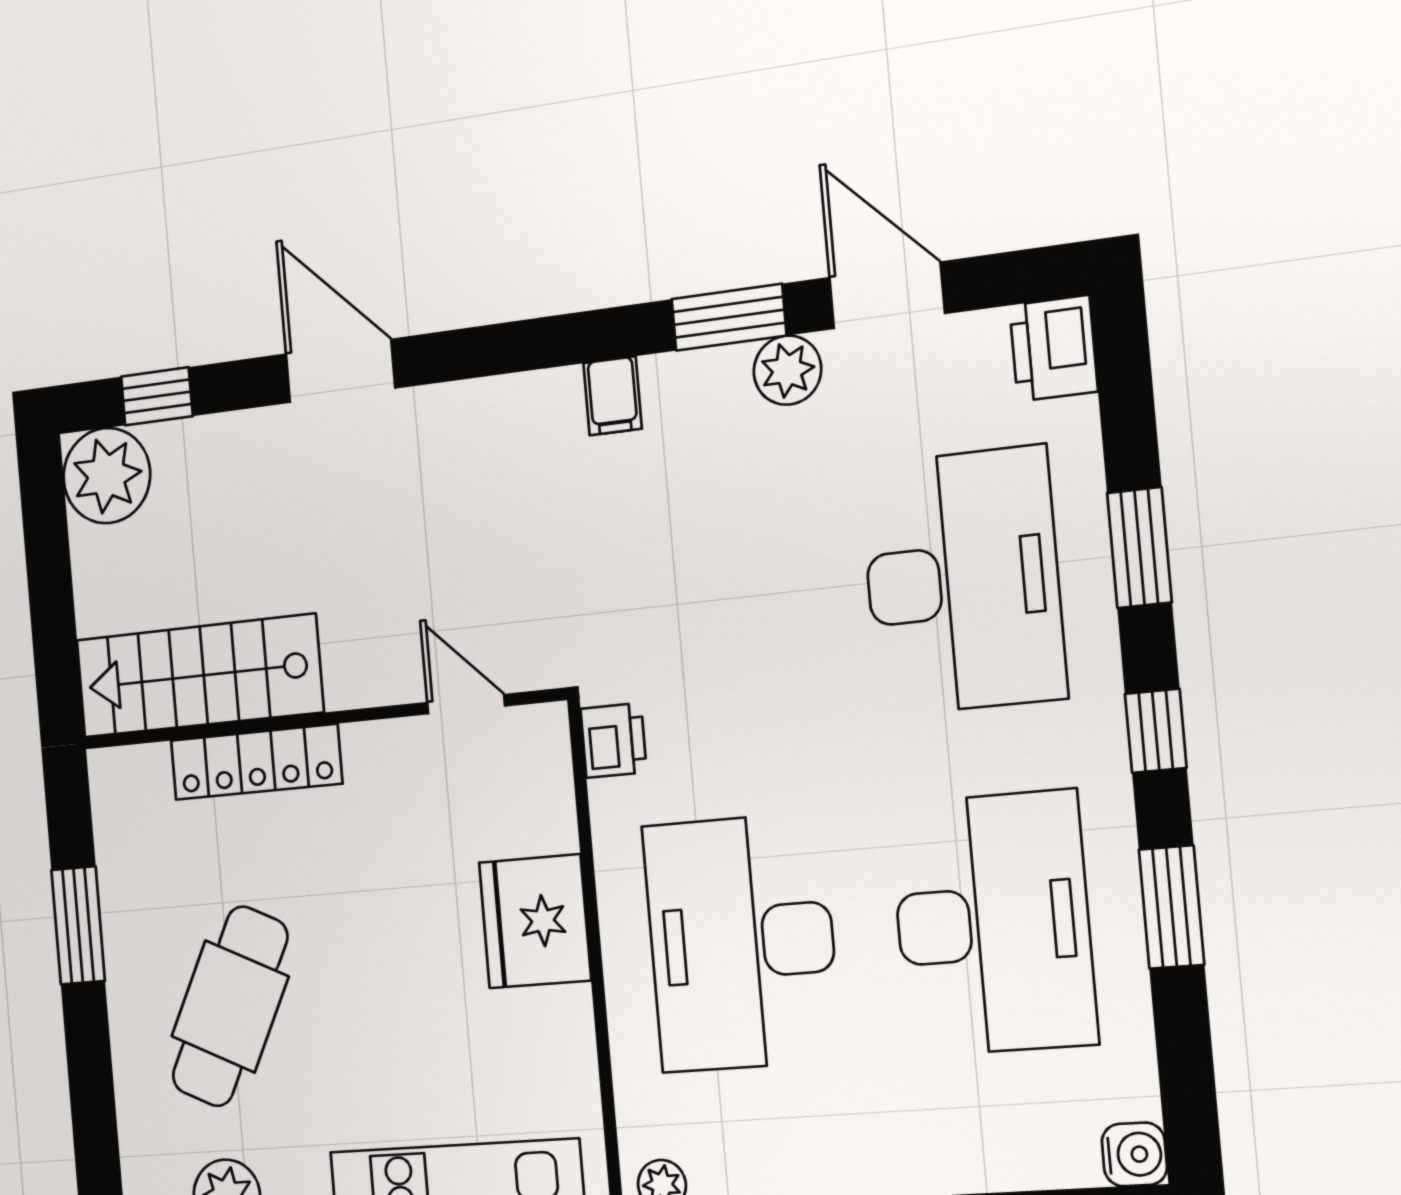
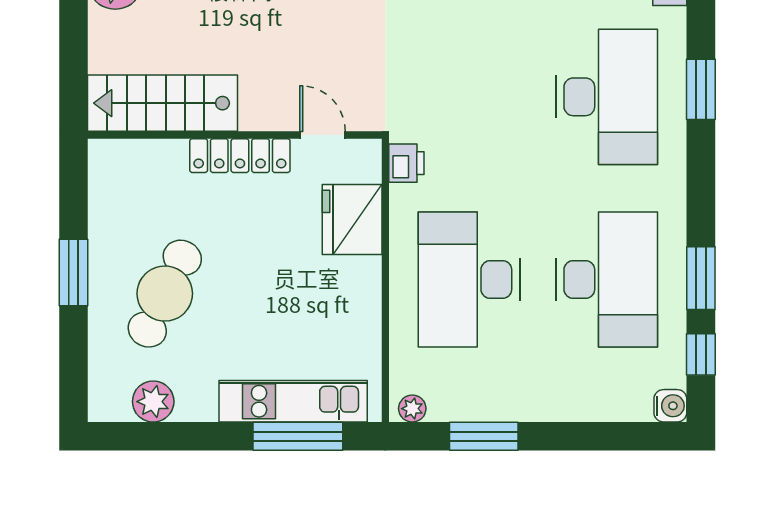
window: (1156, 731) -> (701, 354), moved
locker: (256, 762) -> (240, 156), moved
fridge: (535, 921) -> (352, 220), moved
window: (78, 925) -> (73, 273), moved

